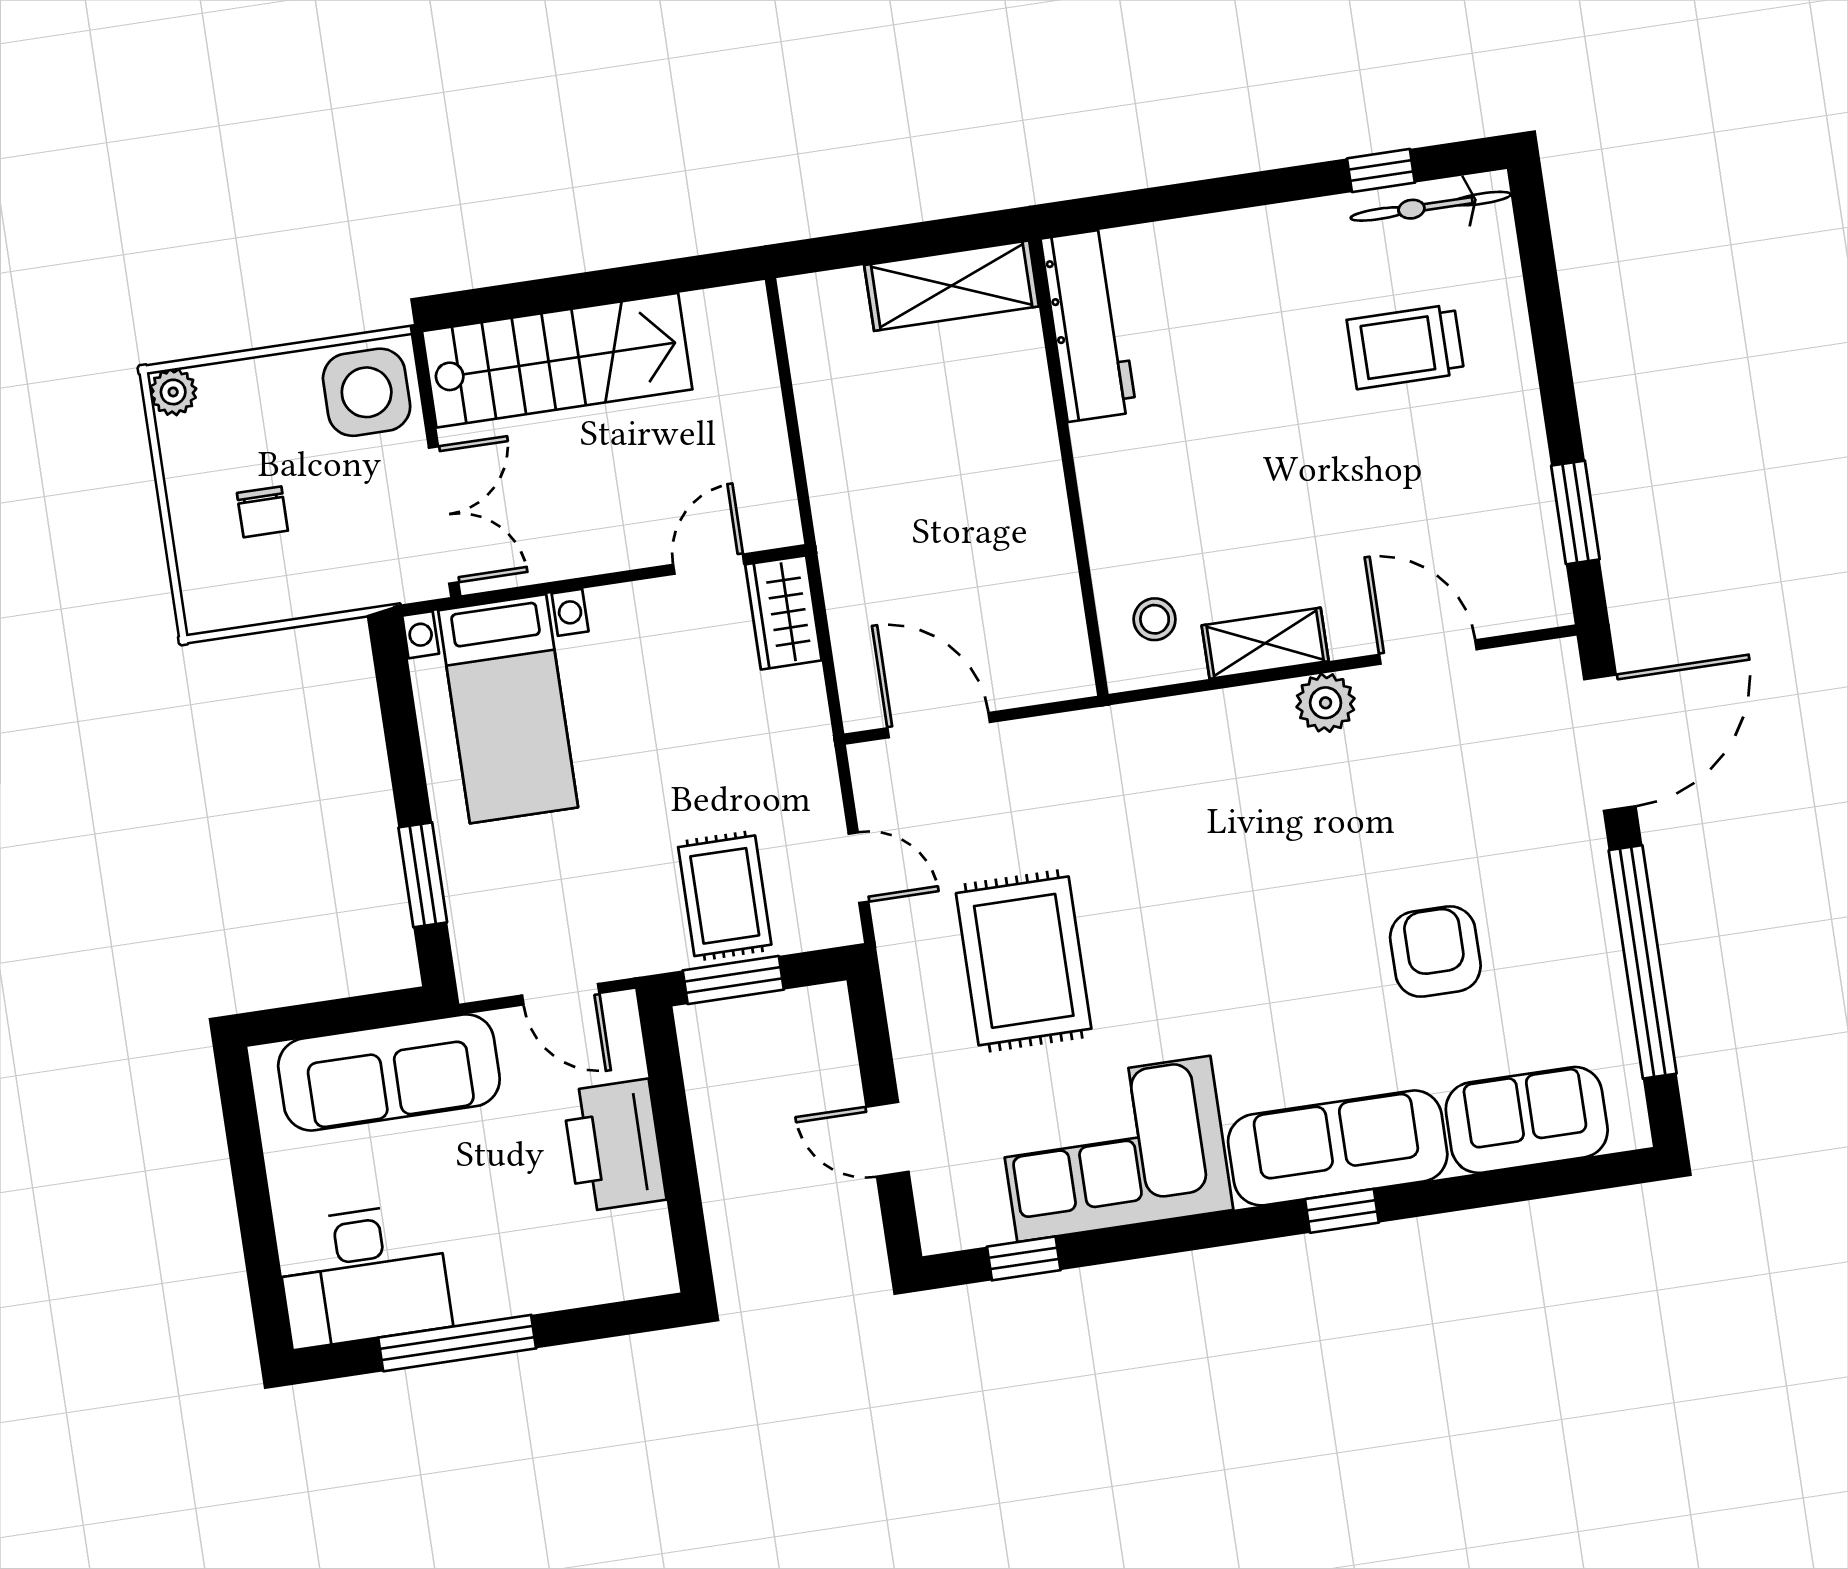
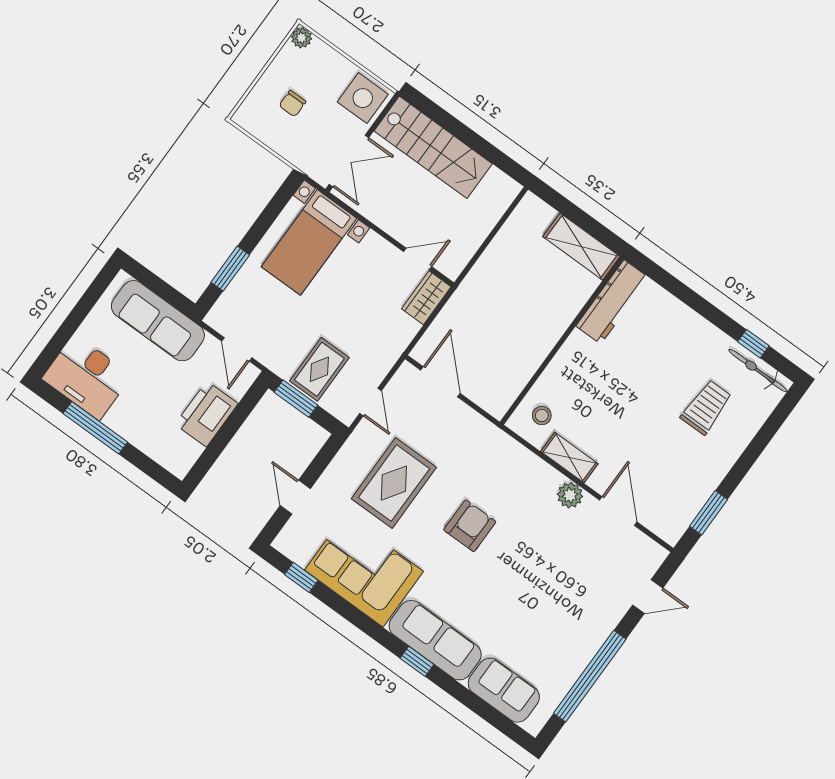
trolley: (1405, 347) -> (706, 407), turned 90
door: (1610, 743) -> (648, 596), width x0.53
armchair: (1435, 952) -> (470, 526), moved

